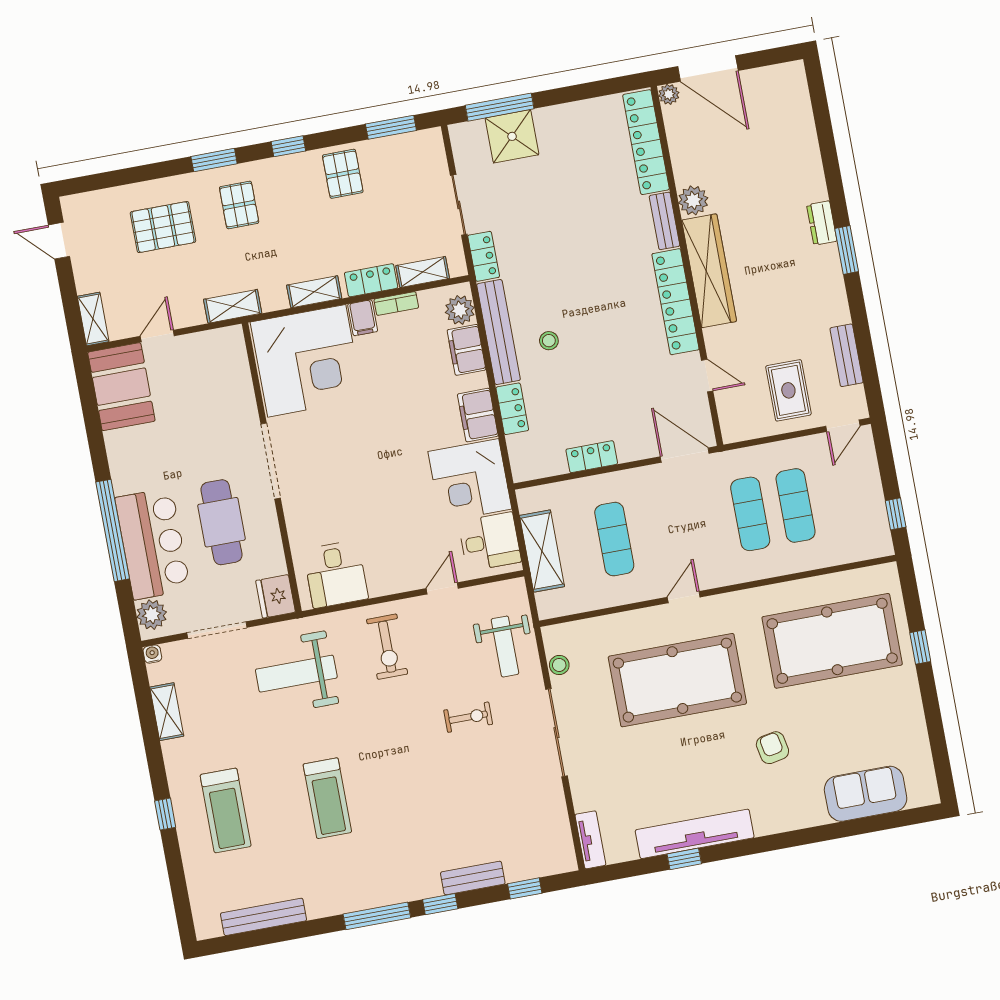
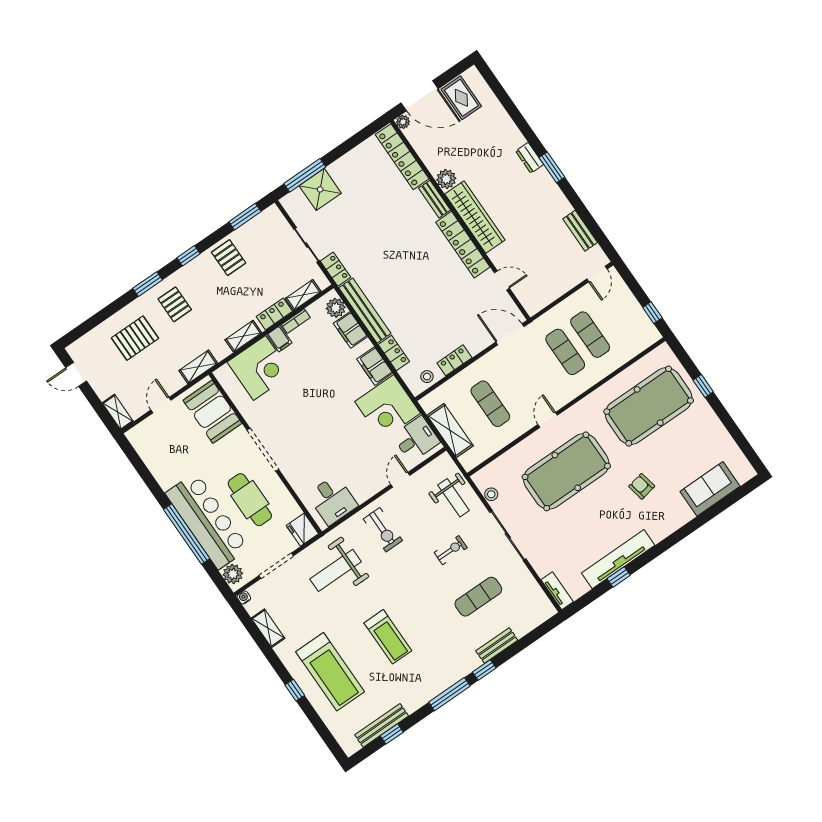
stool: (549, 341) -> (427, 377), moved
corner desk: (307, 361) -> (260, 368), width x0.74, depth x0.74
booth: (121, 387) -> (212, 412), moved
rug: (788, 390) -> (461, 98), moved
bar counter: (153, 544) -> (207, 521), width x1.36
exercise mat: (478, 799) -> (478, 597), added
treadmill: (226, 810) -> (330, 672), width x1.37, depth x1.38
window: (525, 888) -> (392, 734), moved

